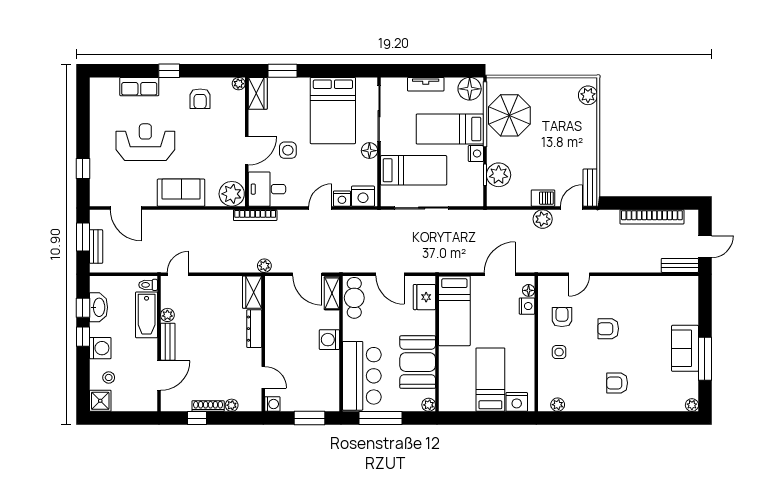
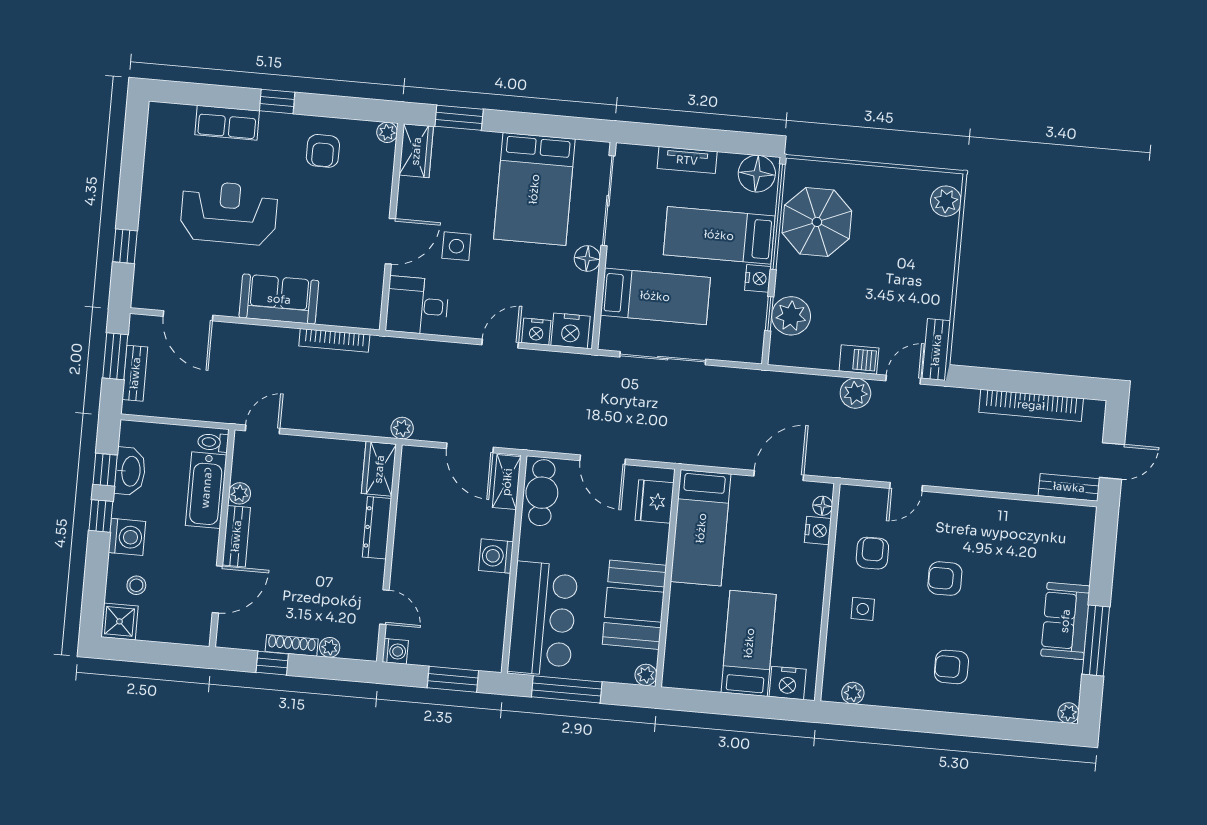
plant: (232, 194) -> (360, 308), removed
bookcase: (255, 215) -> (334, 340), moved

